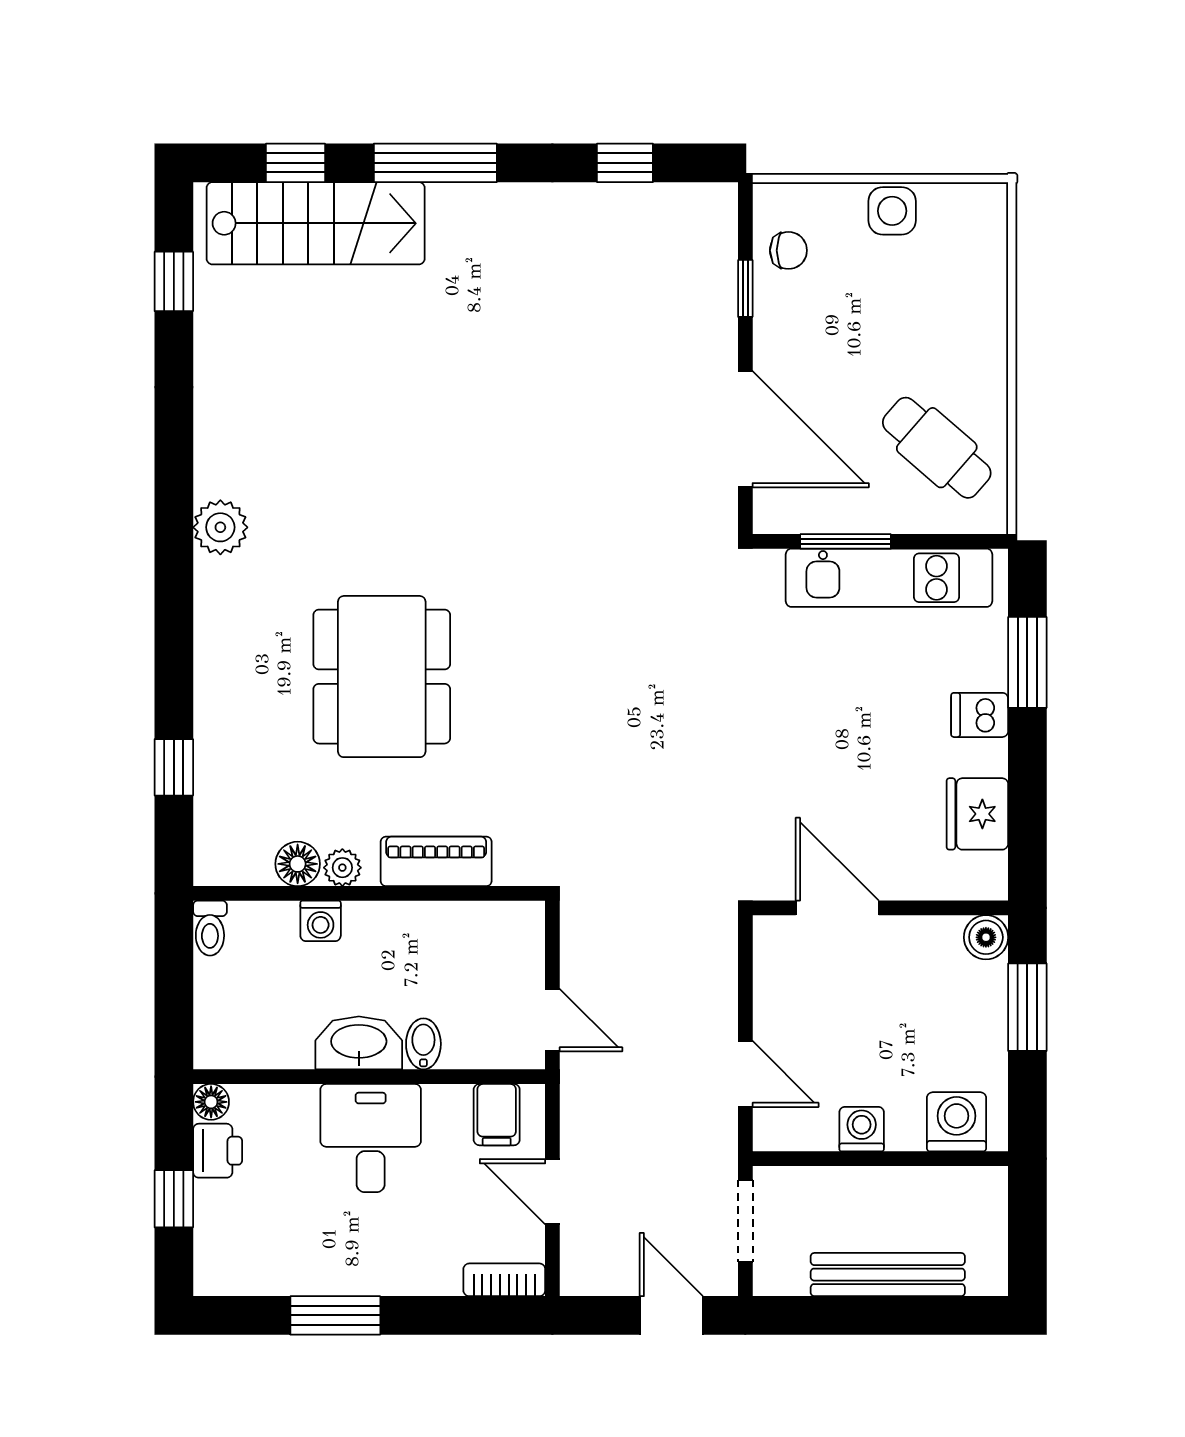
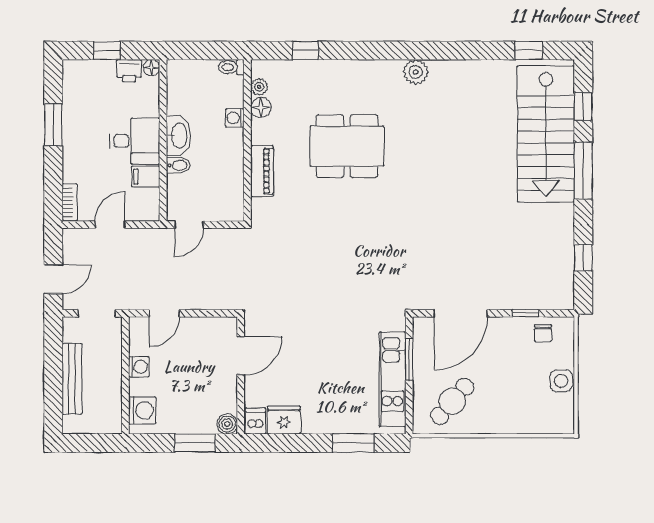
stairs: (316, 223) -> (546, 134), width x1.36, depth x1.51
dishwasher: (980, 715) -> (256, 421), moved
plant: (342, 868) -> (259, 87), moved
filing cabinet: (497, 1115) -> (146, 176), moved

